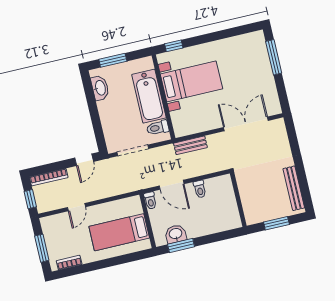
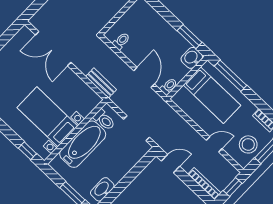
toilet: (200, 189) -> (121, 41), moved
washbasin: (176, 234) -> (192, 58), moved, turned 90
stool: (58, 236) -> (248, 144), added
window: (125, 259) -> (231, 76), added

